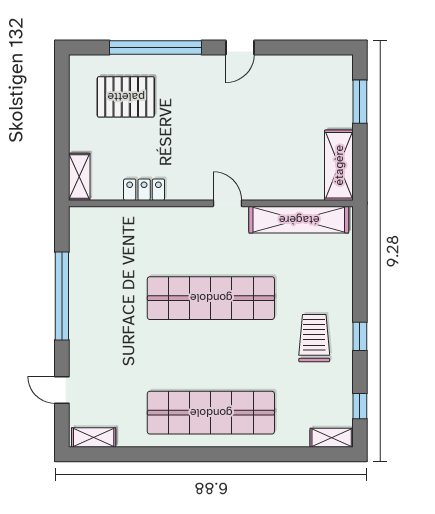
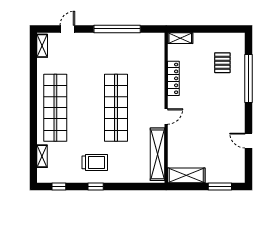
door: (240, 48) -> (248, 141), moved
pallet: (126, 97) -> (222, 63), width x0.67, depth x0.71
locker: (144, 190) -> (173, 78), width x1.53
shelving: (332, 438) -> (42, 156), moved

